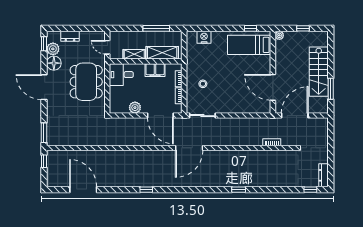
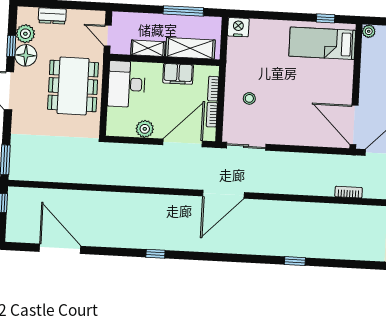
nightstand: (204, 37) -> (238, 27), moved
window: (44, 44) -> (11, 46), moved
desk: (121, 75) -> (126, 84), width x1.37
door: (273, 87) -> (354, 125), moved
door: (160, 116) -> (183, 143), swing flipped

